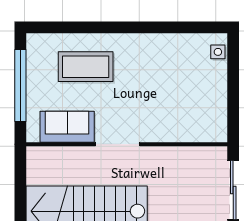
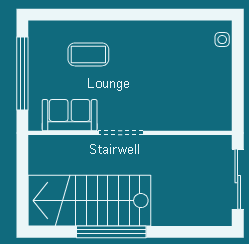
coffee table: (86, 67) -> (88, 54), width x0.73, depth x0.76

